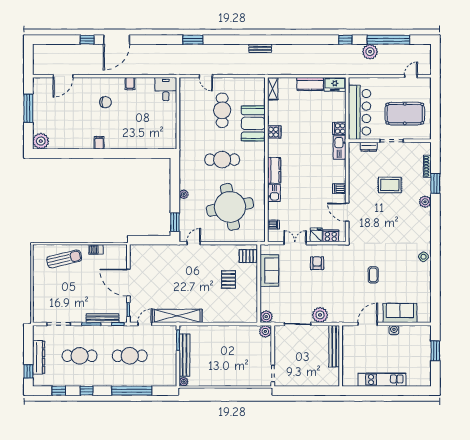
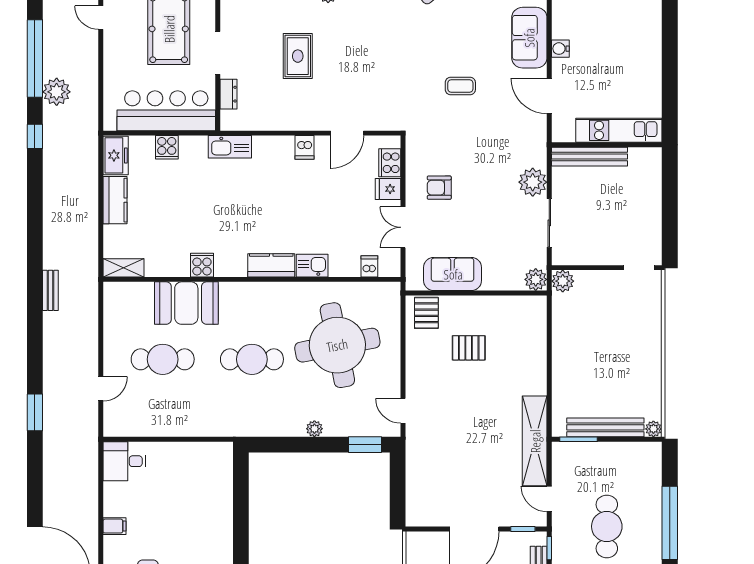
cooker: (339, 128) -> (167, 147), moved
cafe table: (222, 160) -> (252, 359), turned 90
kitchen unit: (382, 380) -> (619, 130), moved, turned 90

